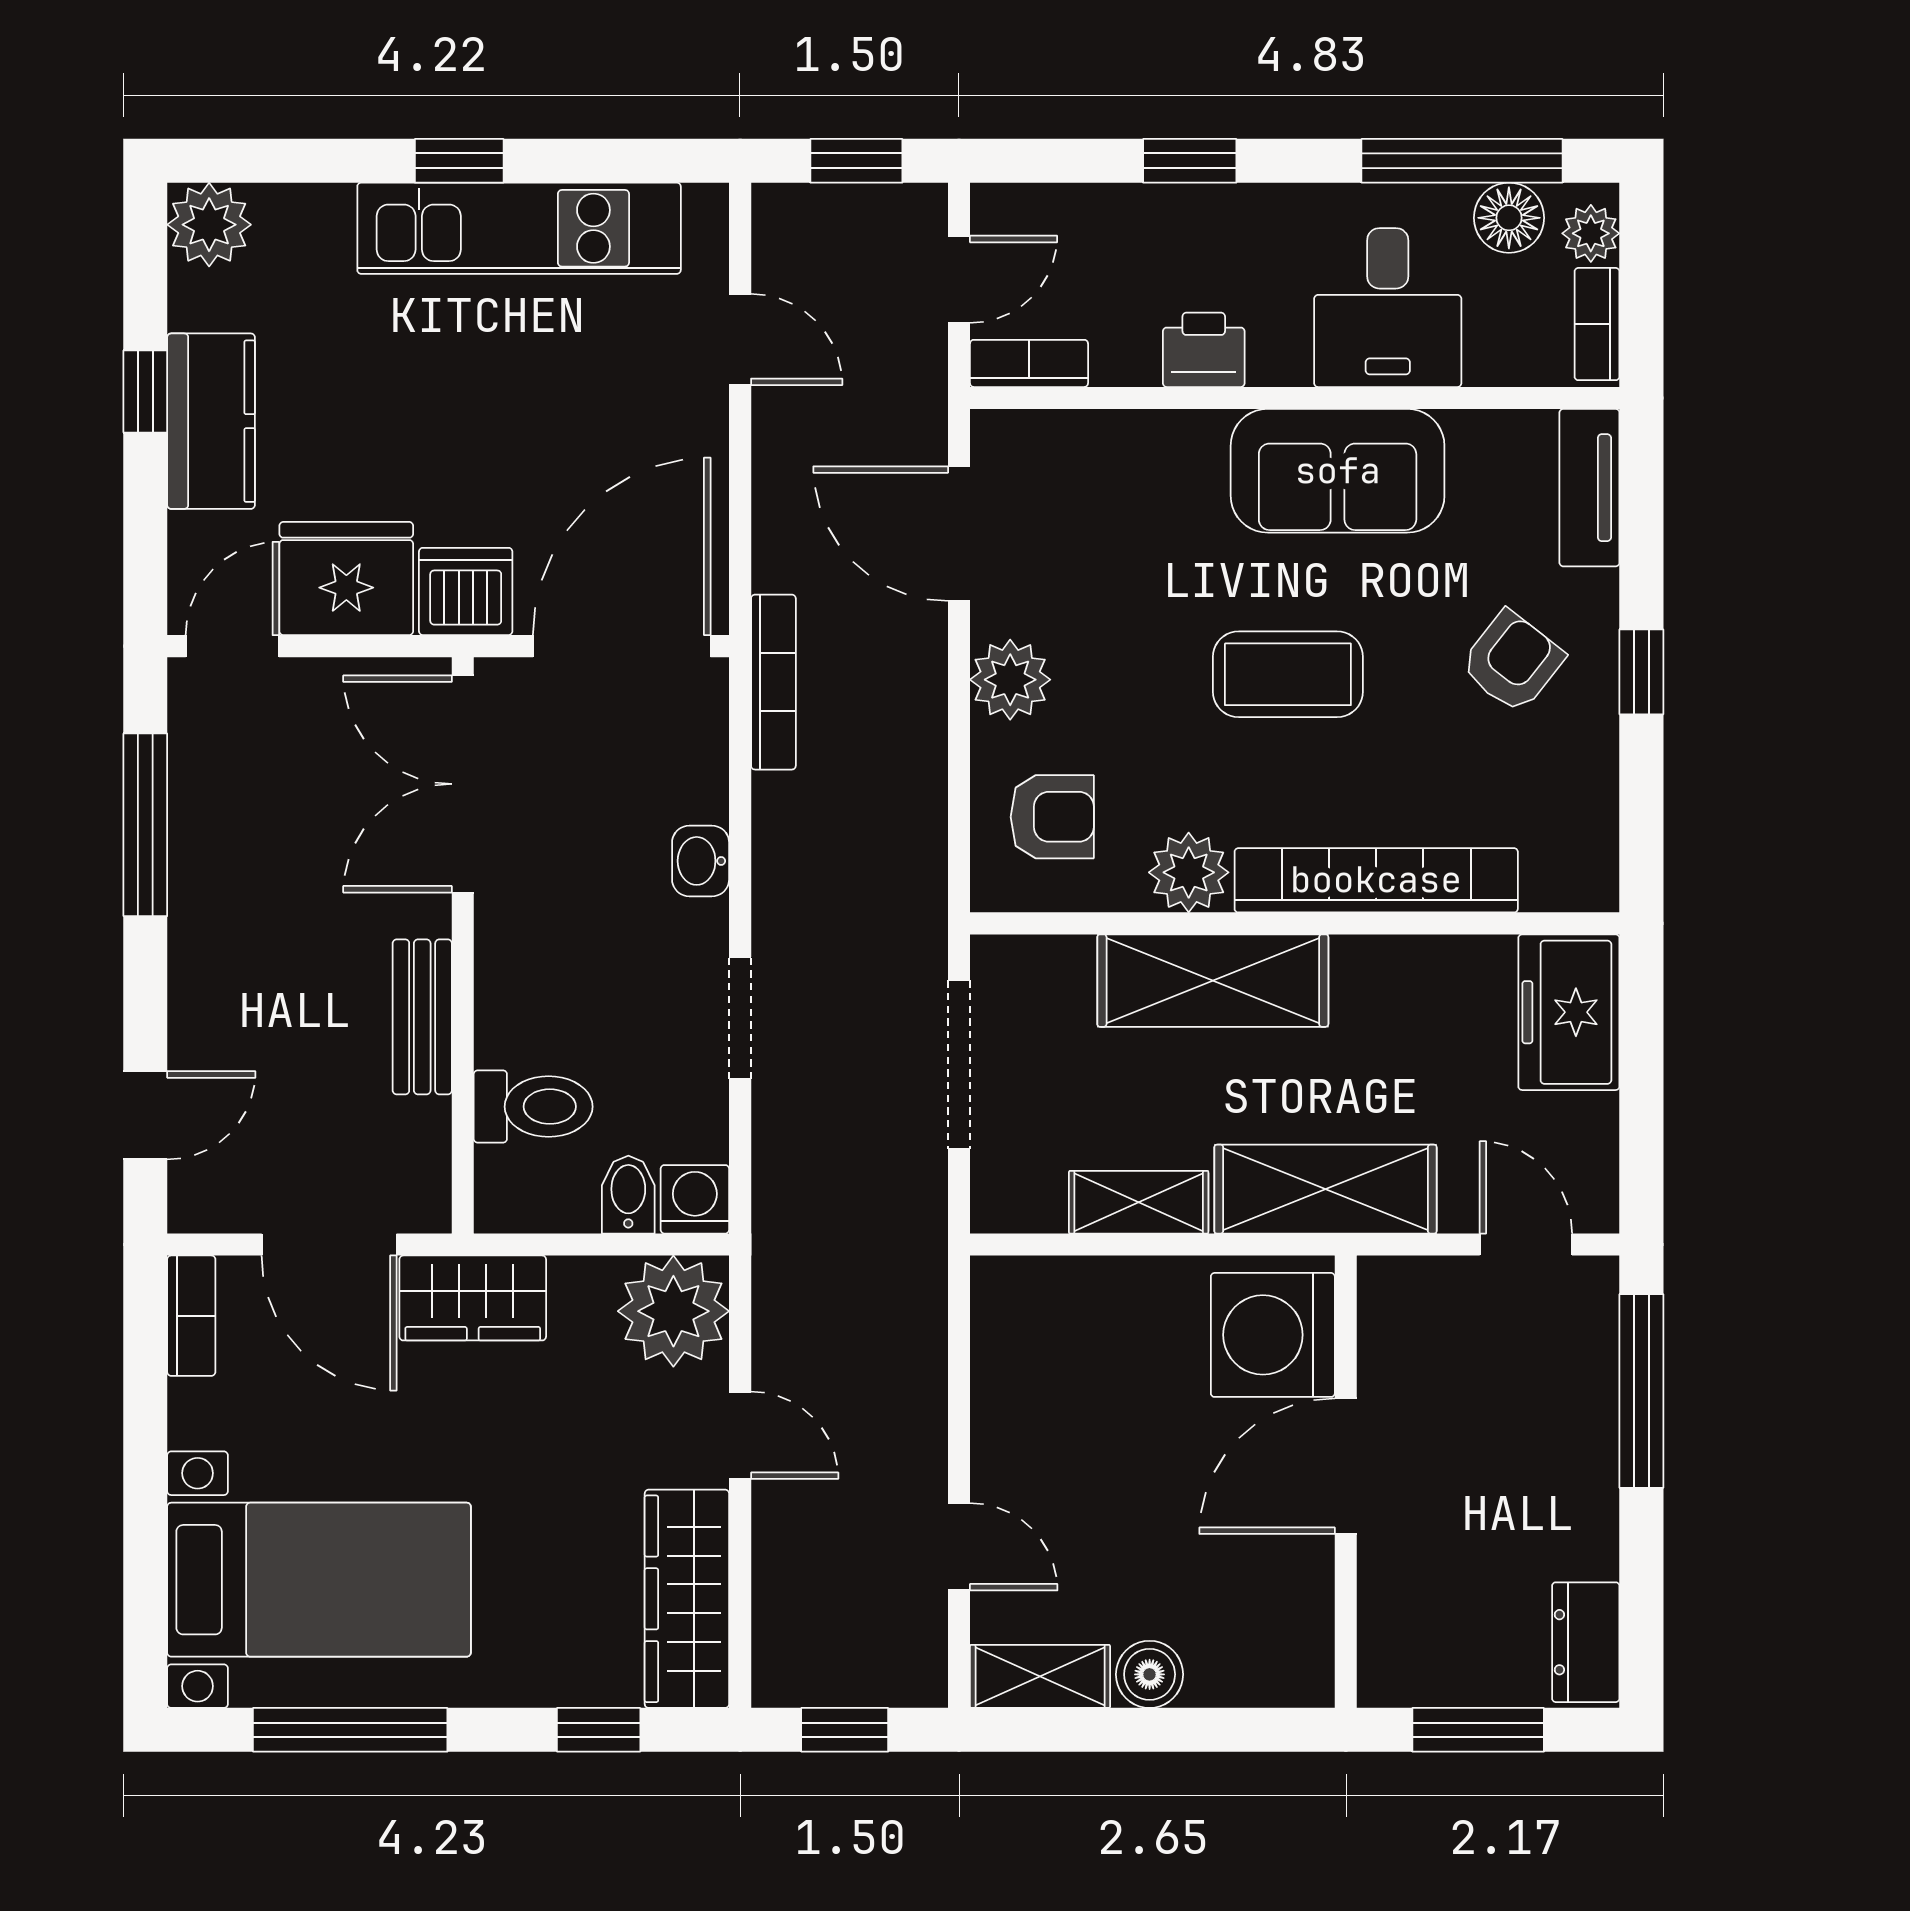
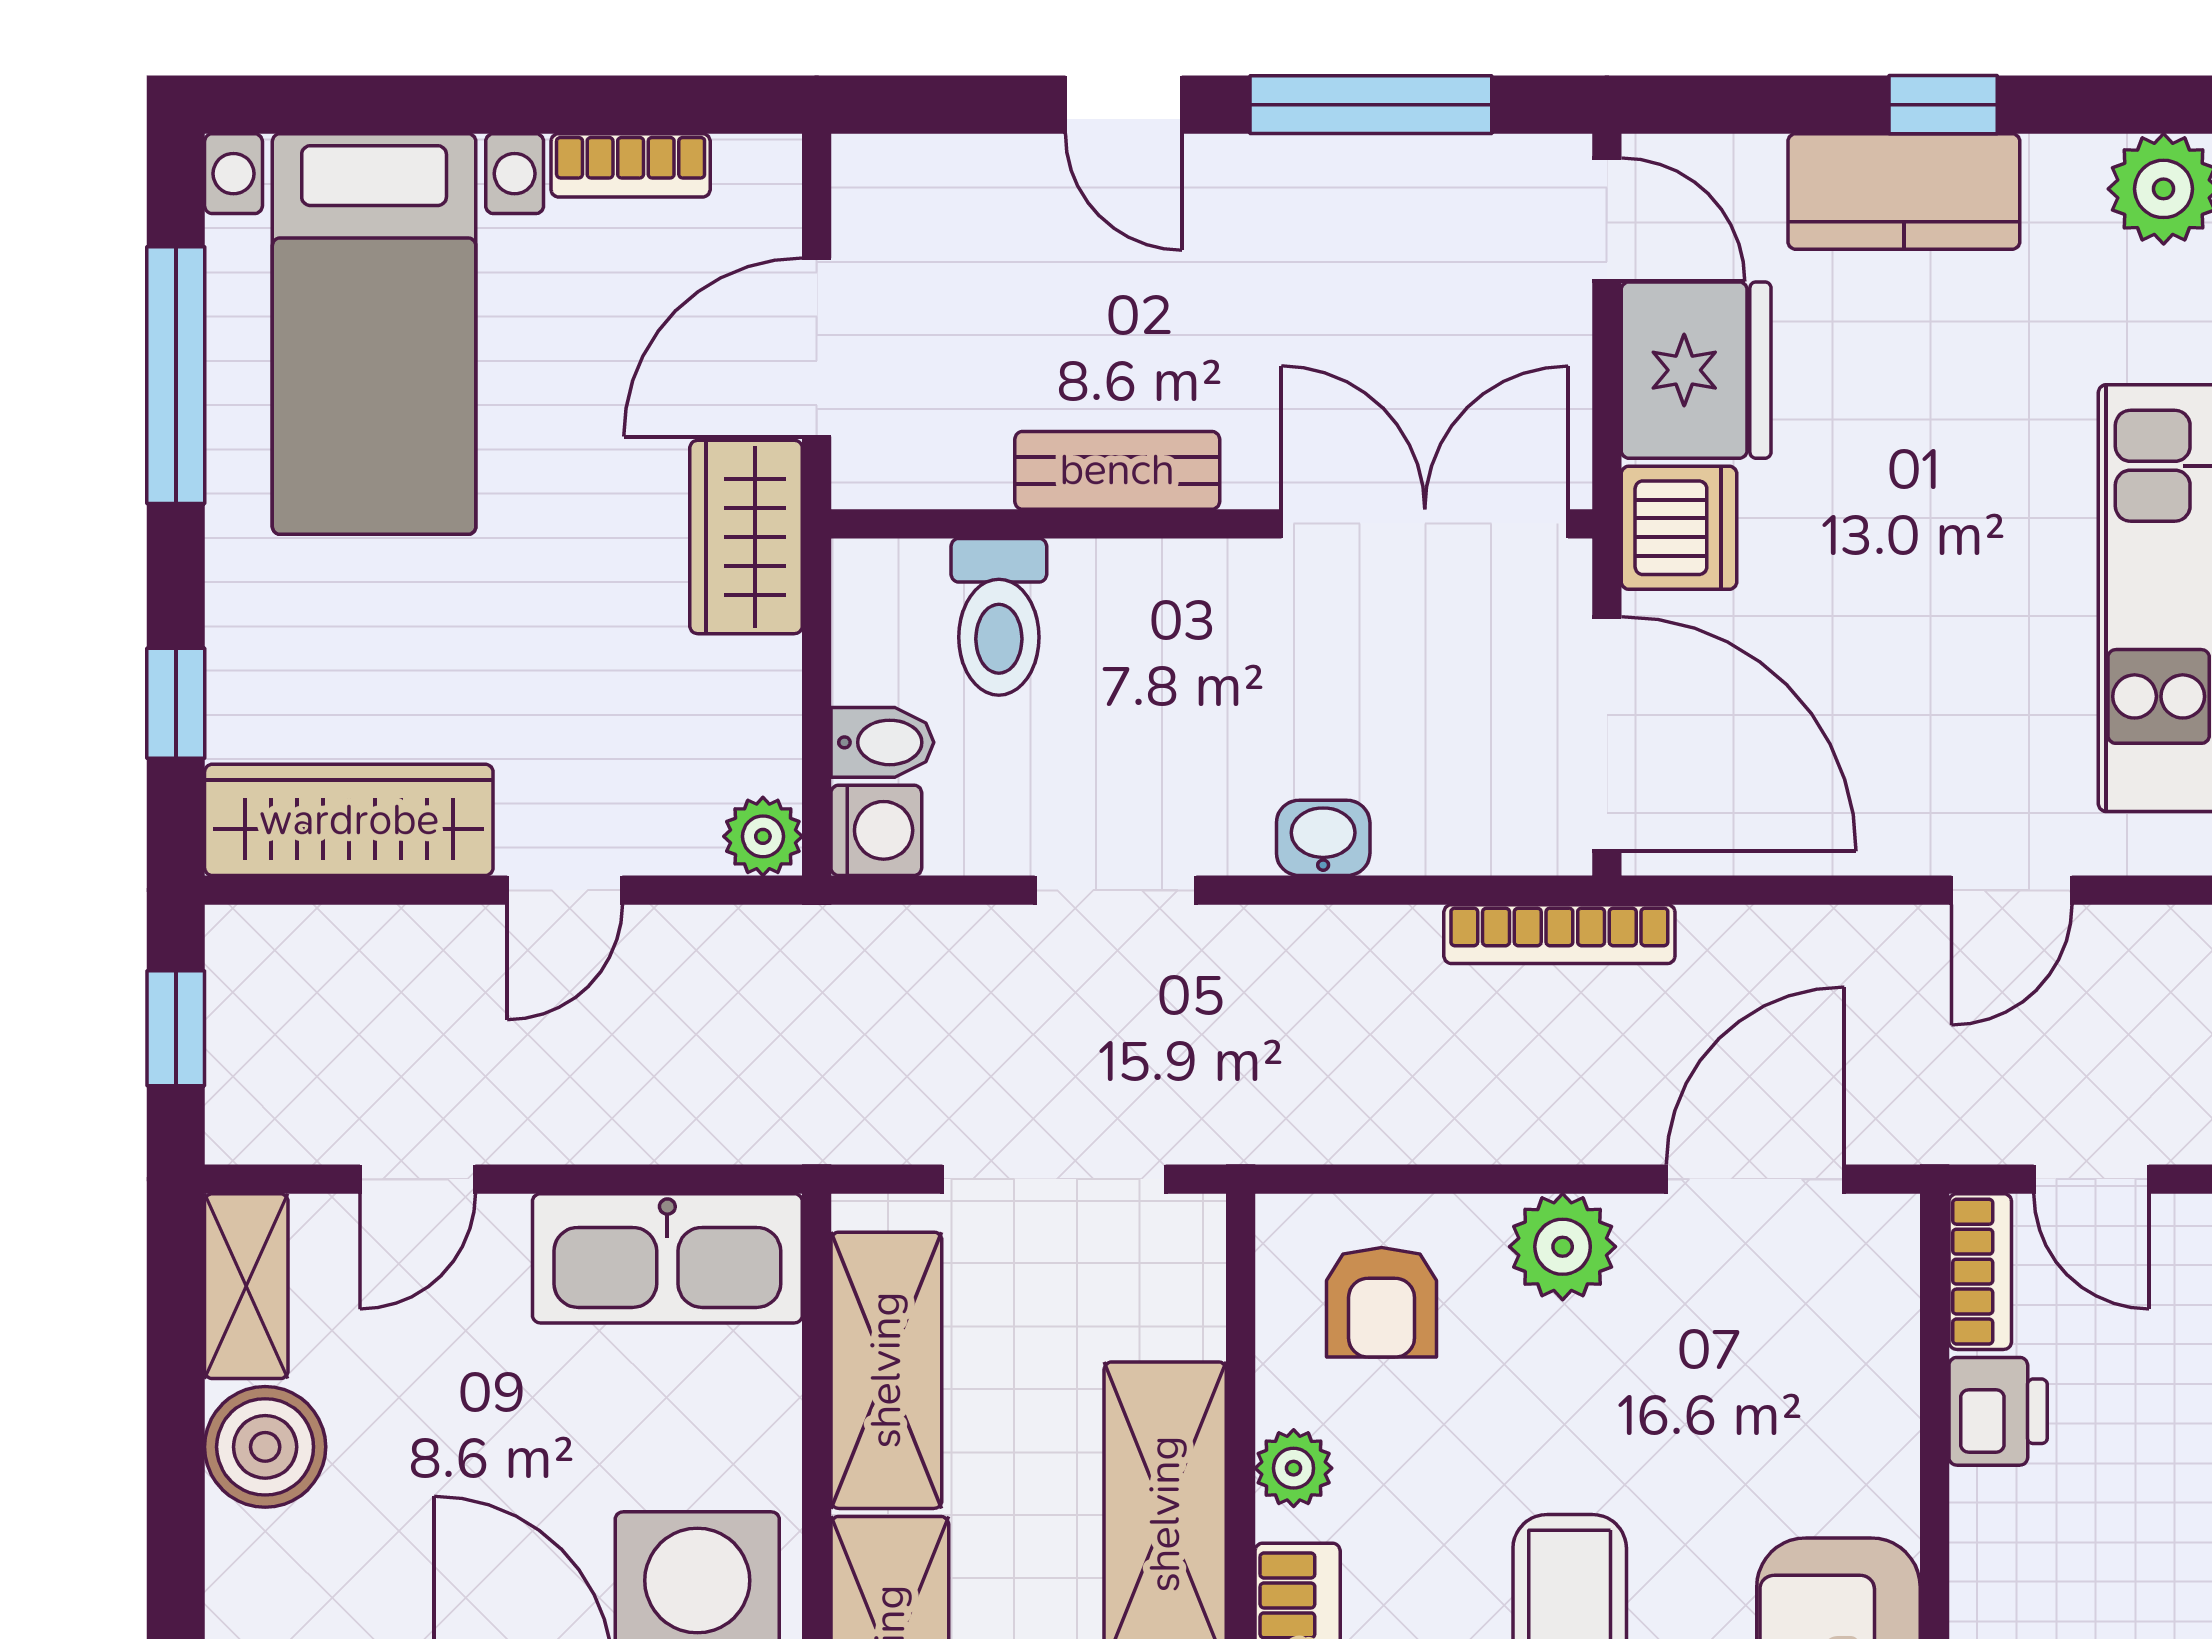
printer: (1204, 350) -> (1998, 1411), moved
plant: (1189, 872) -> (1294, 1468), width x0.73, depth x0.73
door: (145, 1115) -> (1124, 105), moved
shelving: (1139, 1202) -> (886, 1370), width x1.50, depth x1.33
plant: (673, 1311) -> (763, 836), width x0.53, depth x0.53
bookcase: (191, 1316) -> (631, 165), moved
kitchen sink: (1019, 1358) -> (667, 1258), added
boiler: (1150, 1674) -> (265, 1447), width x1.36, depth x1.36

